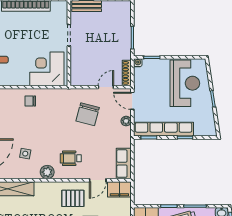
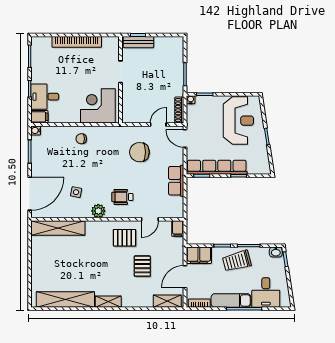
chair: (88, 114) -> (139, 152), turned 75
plant: (126, 121) -> (179, 159), removed
row of seats: (124, 164) -> (176, 181), moved
filing cabinet: (119, 189) -> (178, 229), width x0.50

